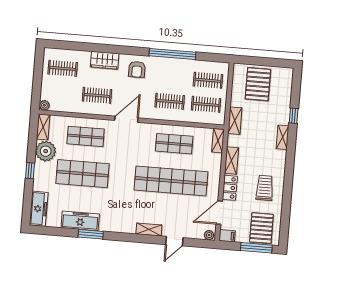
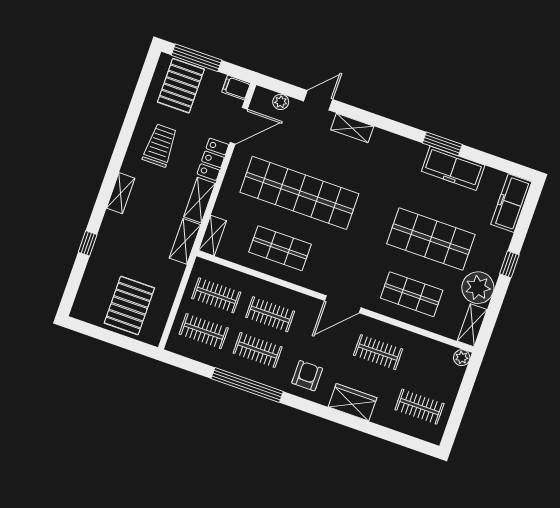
clothes rail: (172, 77) -> (258, 350), added
shelving: (235, 121) -> (185, 241), moved
shelving: (283, 137) -> (121, 193), moved
trolley: (265, 188) -> (160, 145), turned 180
plant: (209, 235) -> (281, 102), moved

